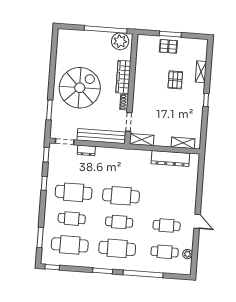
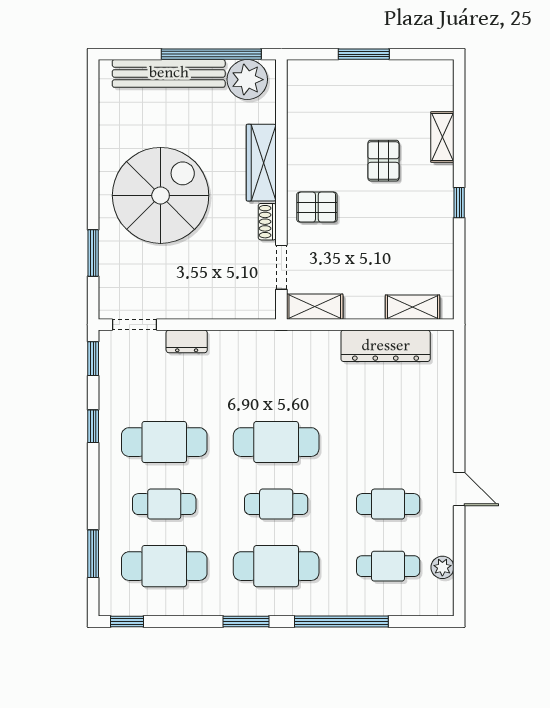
pallet: (168, 46) -> (317, 207), moved
bench: (101, 136) -> (169, 73), moved

